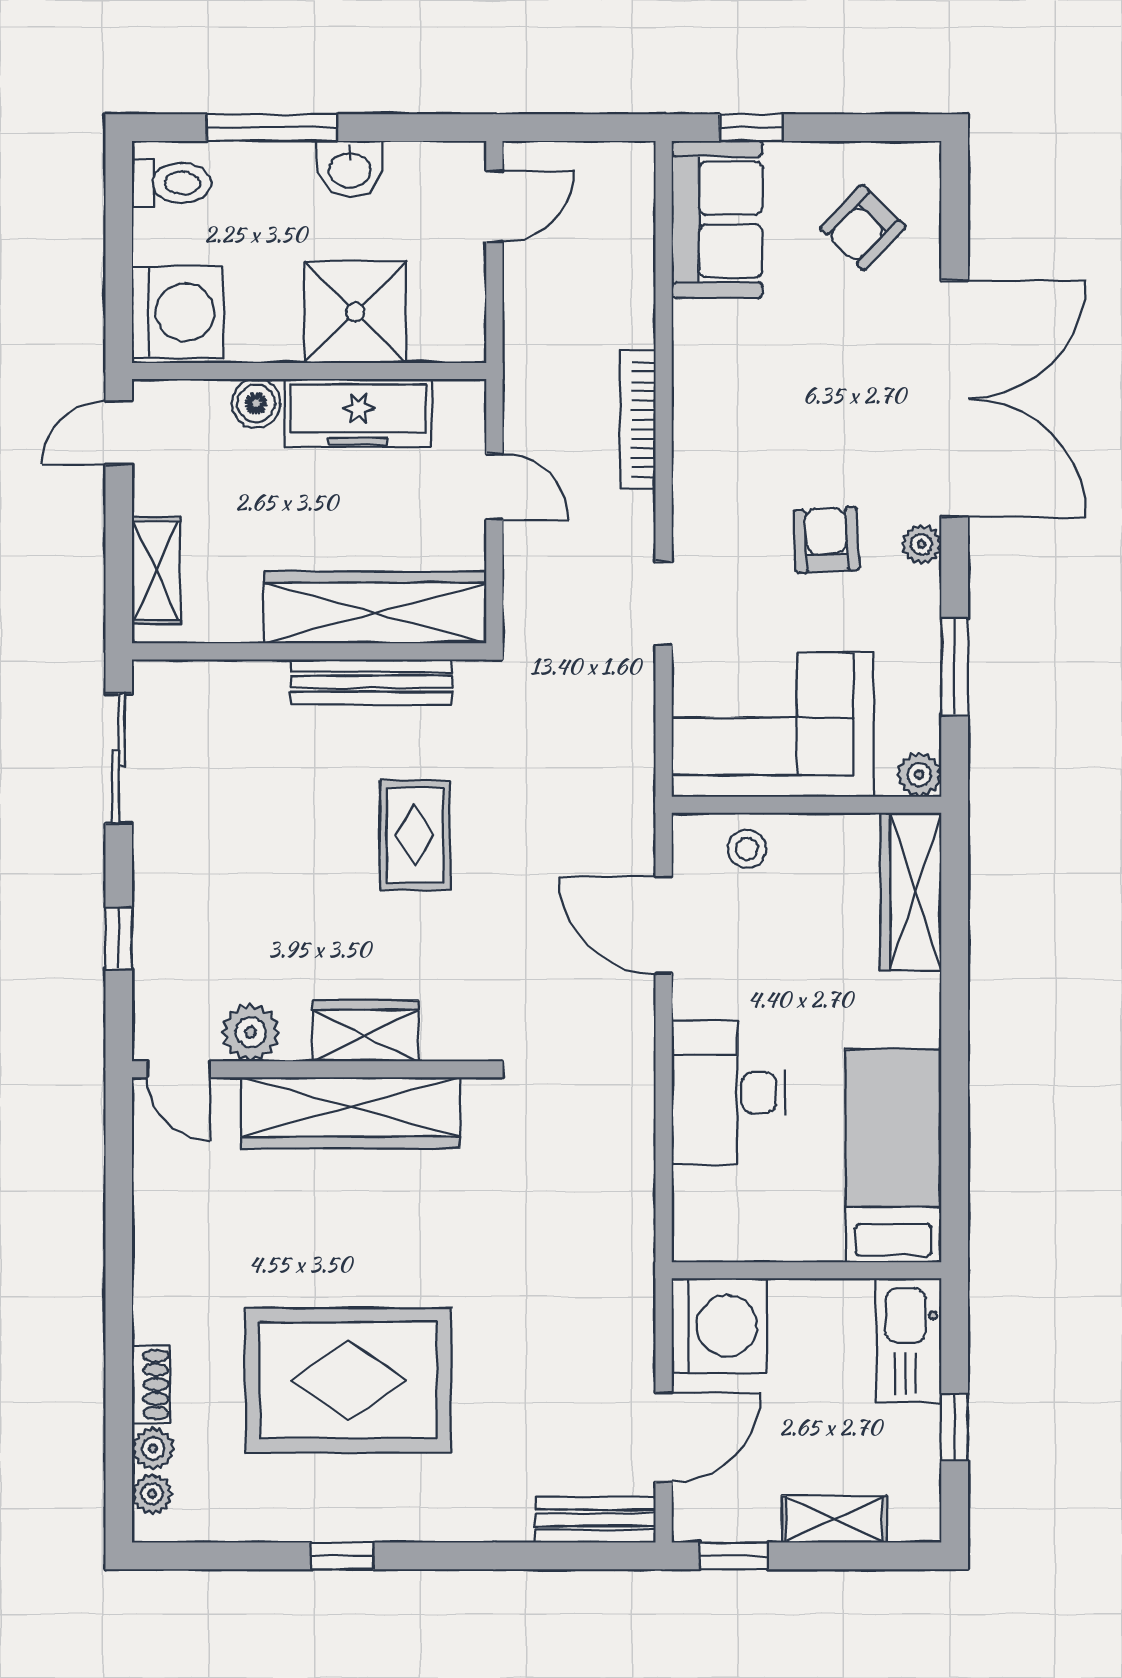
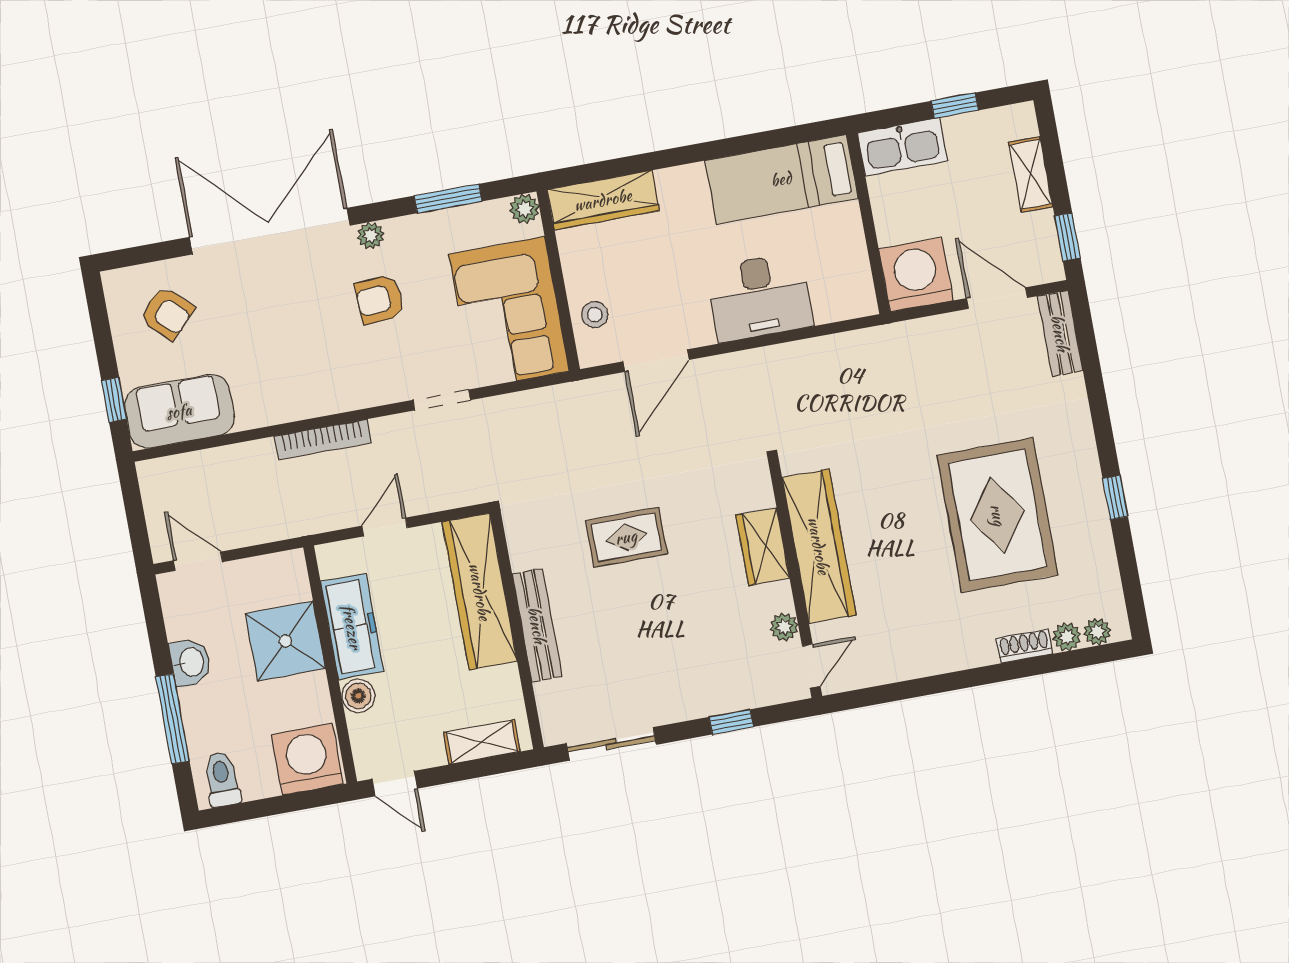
bench: (372, 682) -> (537, 625), moved
plant: (251, 1032) -> (784, 627), width x0.73, depth x0.73

